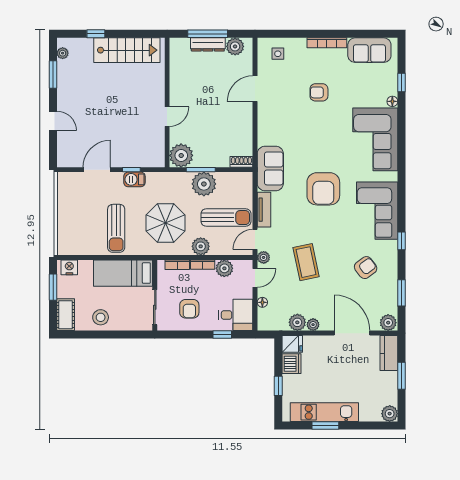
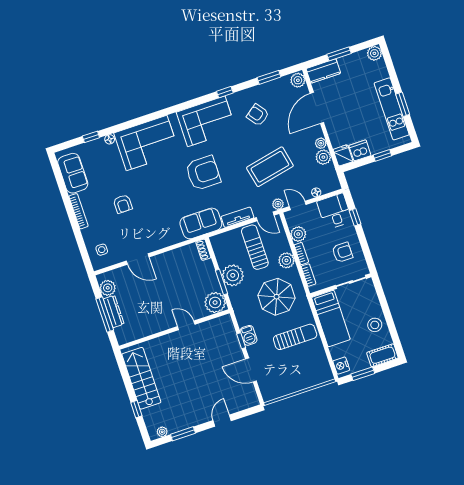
coffee table: (306, 262) -> (270, 167), width x1.36, depth x1.32

